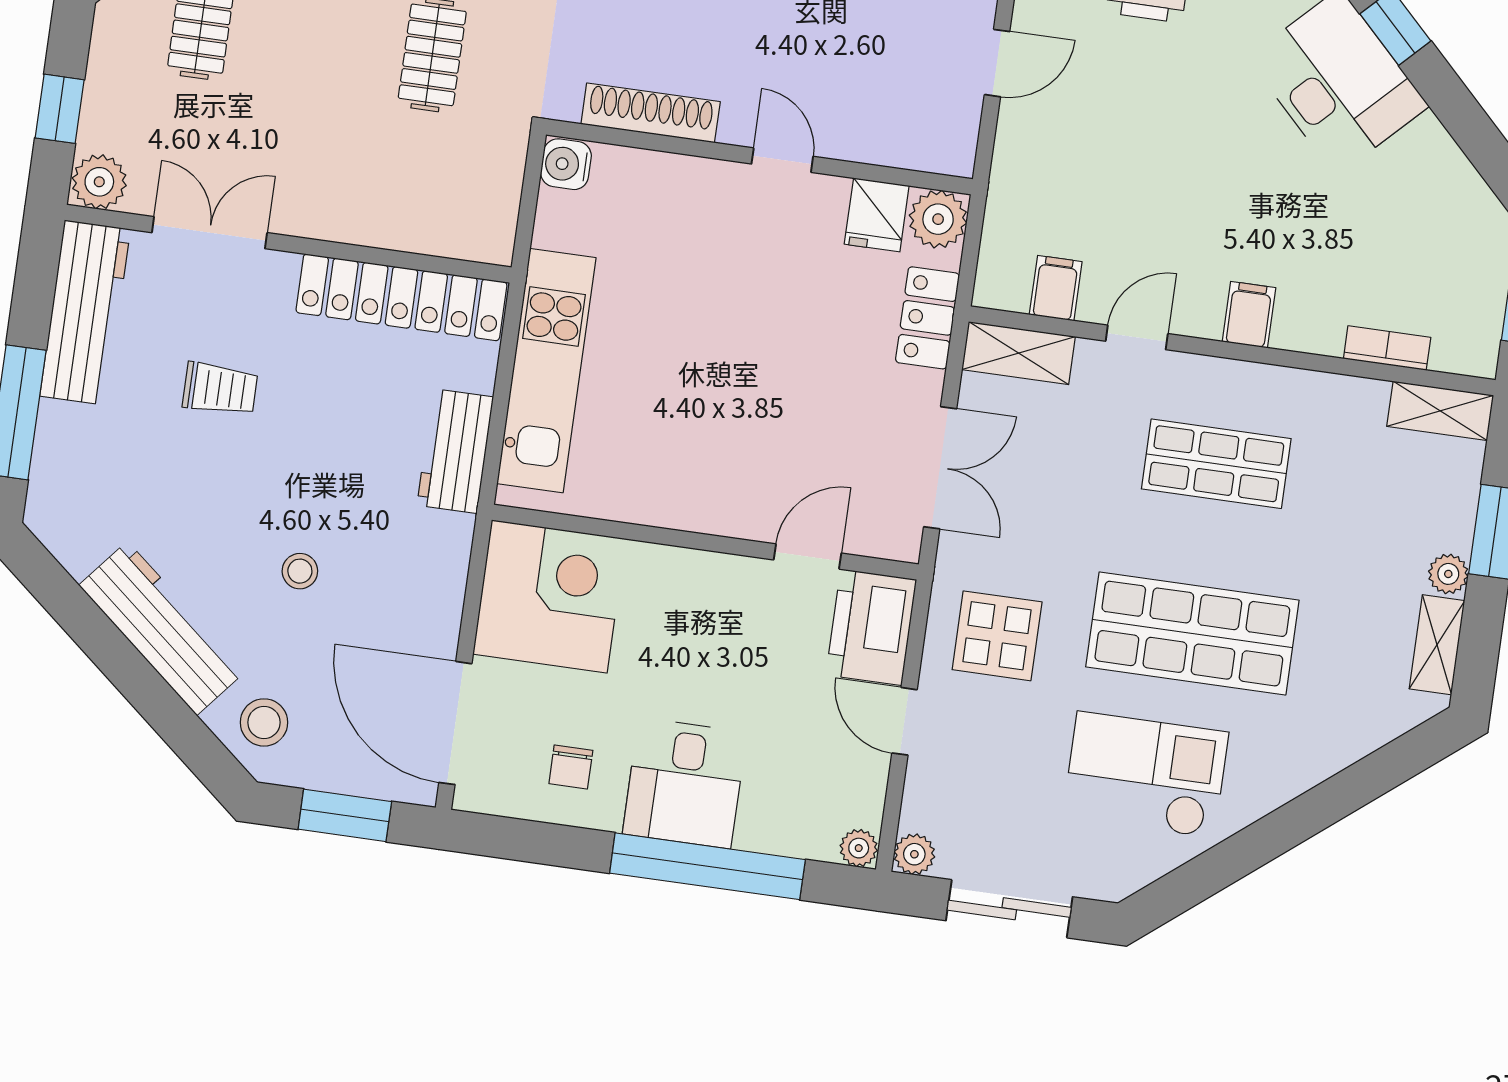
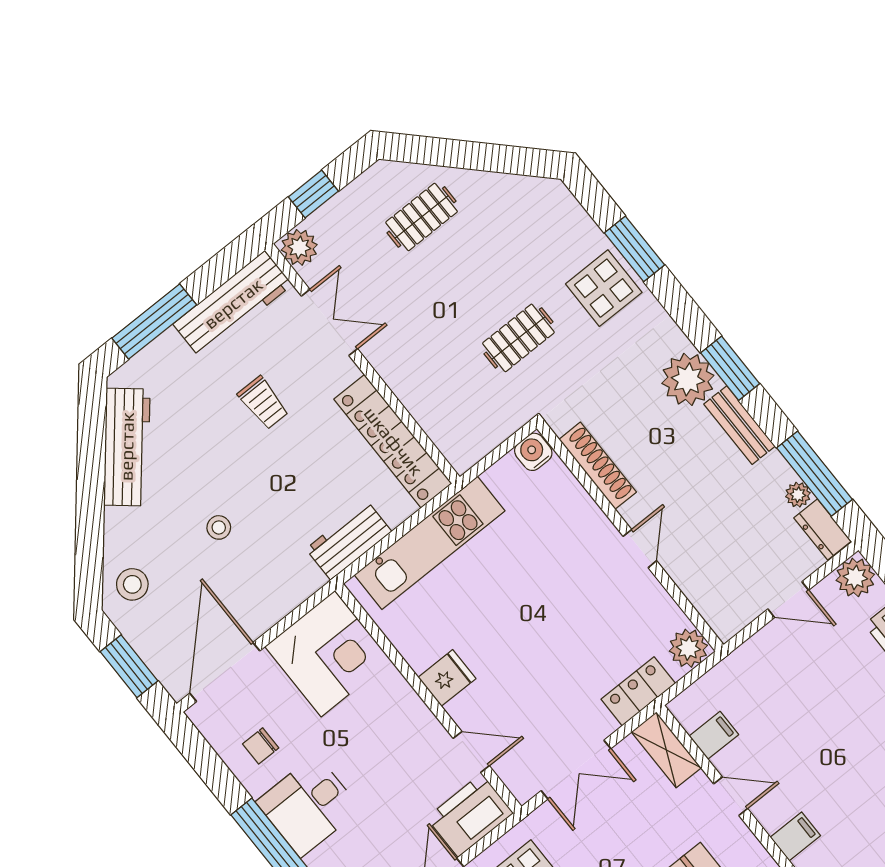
fridge: (877, 215) -> (447, 678), moved, turned 180
workbench: (162, 628) -> (127, 447), moved

